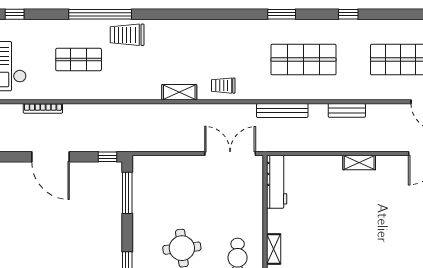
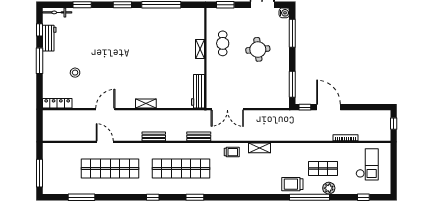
plant: (70, 28) -> (329, 188), added
trolley: (127, 35) -> (292, 184), turned 180
shop shelf: (304, 60) -> (181, 169), width x1.40
bench: (282, 110) -> (199, 136), width x0.73
door: (50, 157) -> (329, 107), moved

